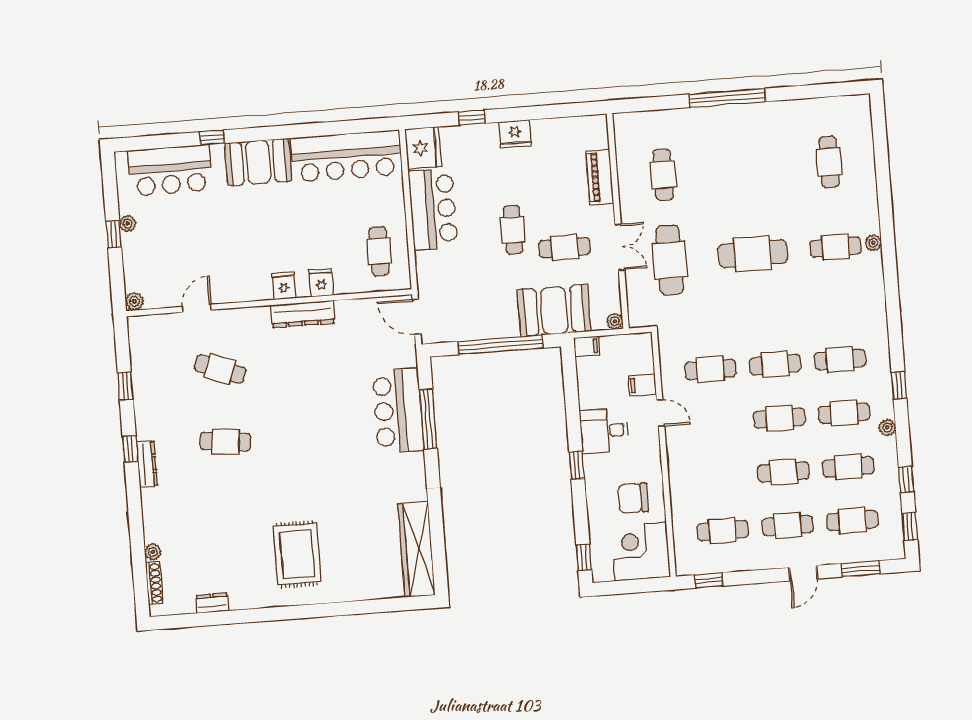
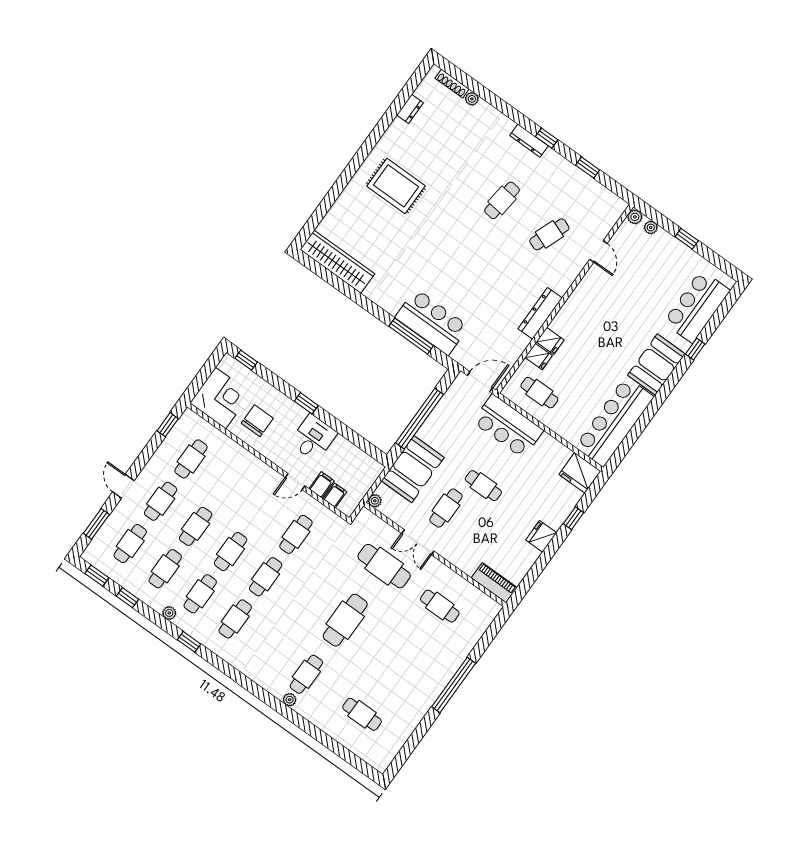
piano: (600, 177) -> (494, 583), moved
bar counter: (433, 209) -> (508, 426), moved
plant: (128, 223) -> (651, 227), moved
fridge: (284, 286) -> (539, 356), moved
filing cabinet: (587, 347) -> (335, 495), moved, turned 180

